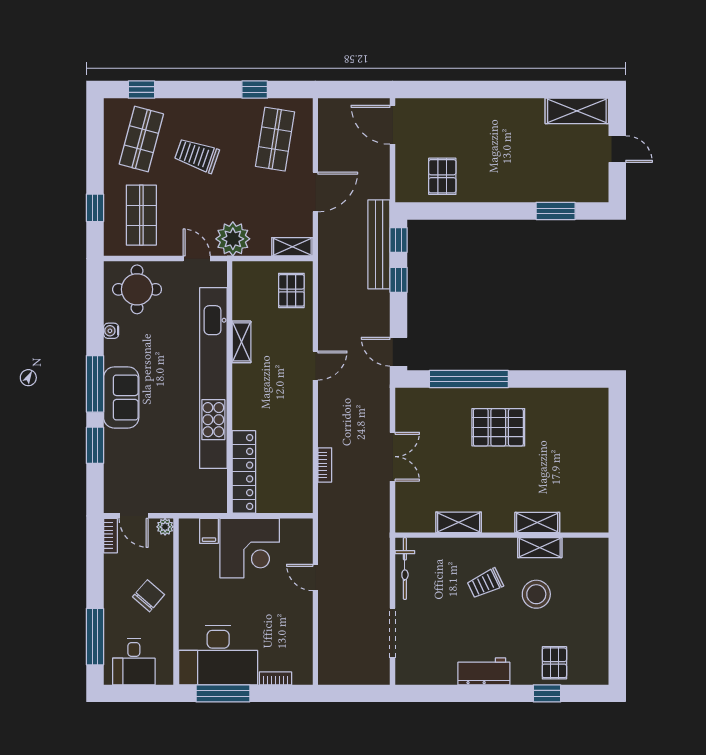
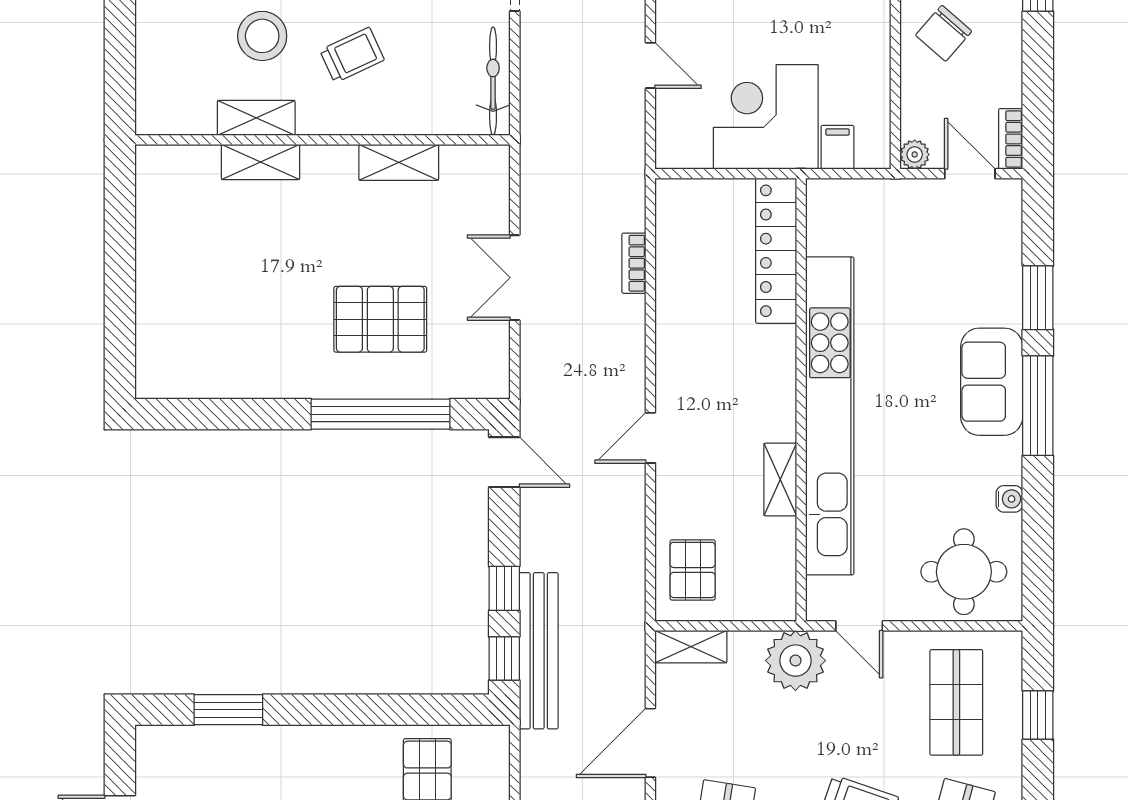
pallet: (498, 427) -> (380, 319), moved

